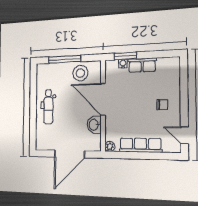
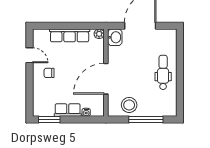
window: (125, 56) -> (49, 120), moved
door: (103, 99) -> (106, 79), swing flipped
washbasin: (94, 125) -> (115, 37), moved
door: (184, 135) -> (29, 55), moved

